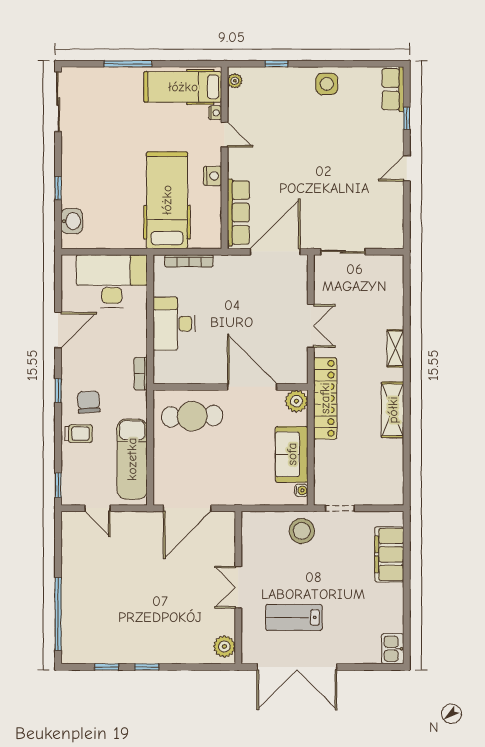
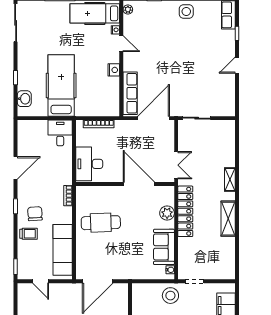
hospital bed: (167, 200) -> (61, 85), moved
desk: (112, 281) -> (60, 133), width x0.53, depth x0.77
wall: (230, 387) -> (125, 184), moved
door: (252, 387) -> (139, 184), moved

